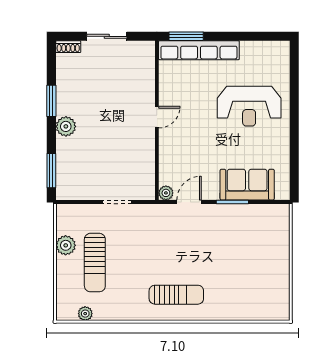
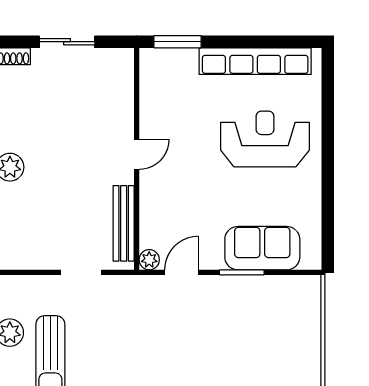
row of seats: (199, 50) -> (255, 61), moved
reception desk: (249, 106) -> (265, 139), turned 180
bench: (148, 167) -> (124, 223), added

